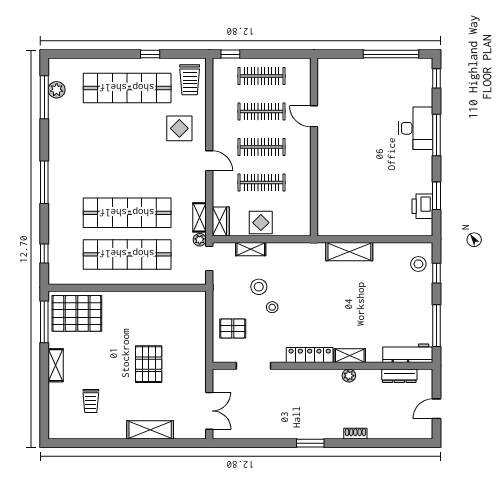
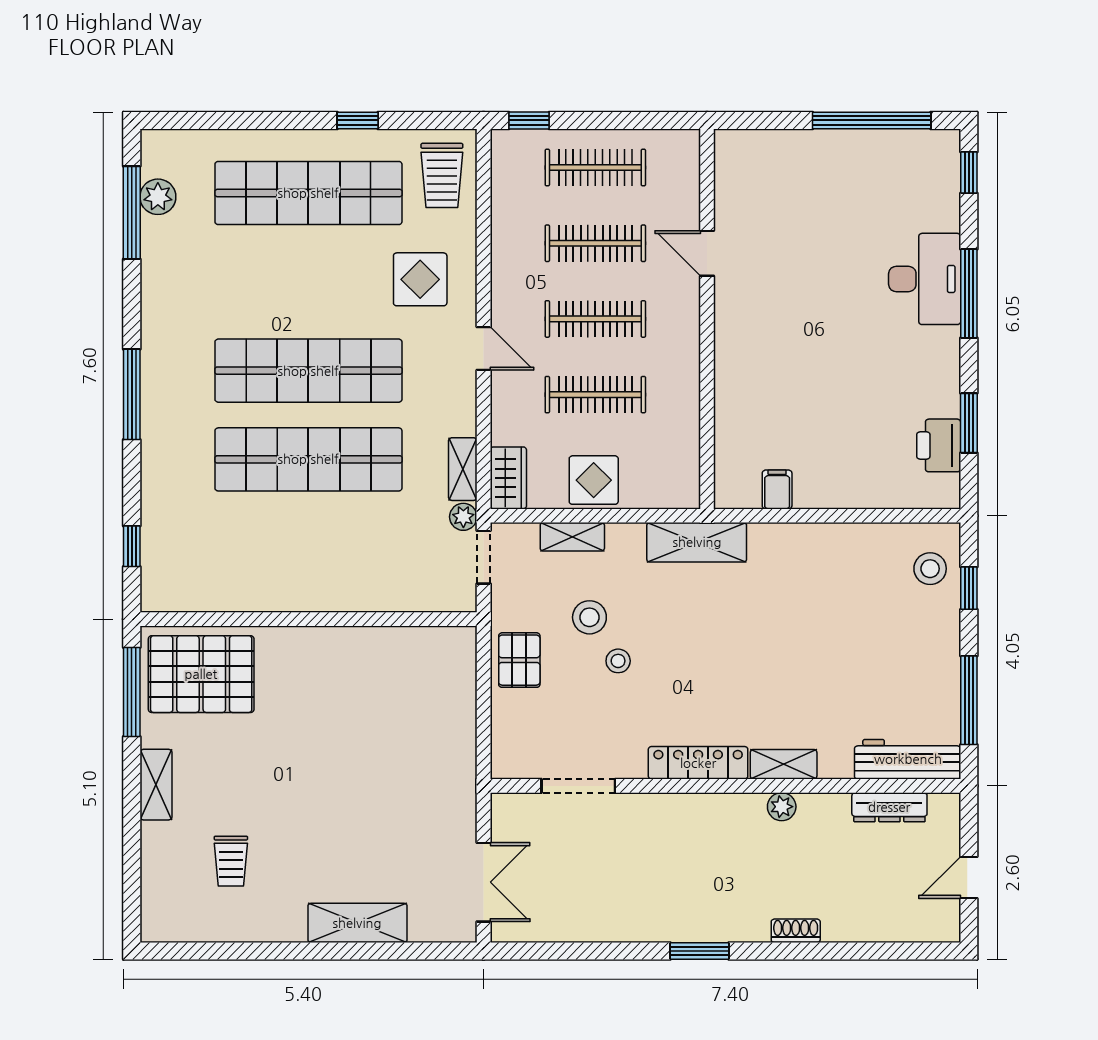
filing cabinet: (347, 227) -> (777, 489), added
shelving: (349, 252) -> (697, 542), moved
shop shelf: (127, 254) -> (308, 371), moved
pallet: (233, 328) -> (519, 660), moved, turned 90
pallet: (149, 364) -> (354, 783), removed

